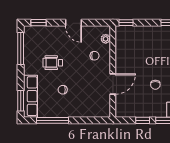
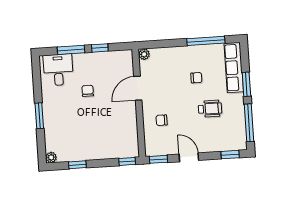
window: (99, 23) -> (158, 159), added
plant: (106, 39) -> (144, 54), moved
window: (21, 101) -> (246, 84), moved

